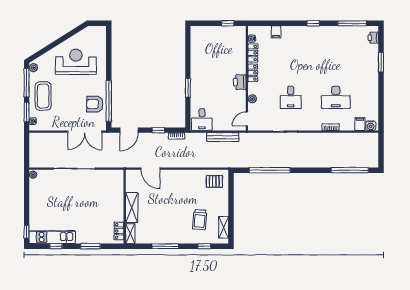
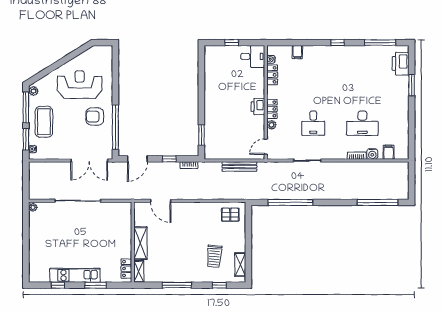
window: (228, 23) -> (232, 43), moved
printer: (373, 38) -> (401, 64), width x1.87, depth x1.48
locker: (253, 73) -> (272, 109), moved
window: (188, 88) -> (201, 135), moved
armchair: (95, 104) -> (95, 117), moved
desk: (202, 120) -> (253, 56), moved, turned -90
water cooler: (371, 126) -> (372, 154), moved
window: (27, 232) -> (26, 269), removed
kitchen unit: (52, 237) -> (75, 275), moved

